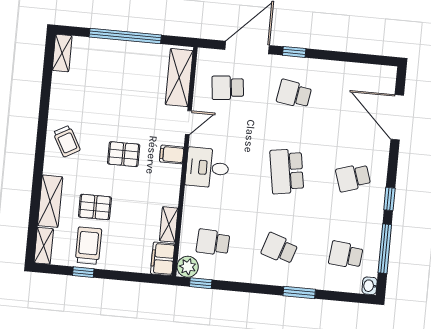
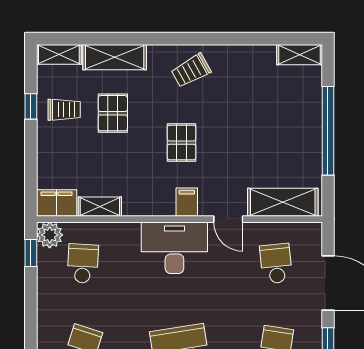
desk: (207, 168) -> (174, 248), width x1.37
trolley: (88, 246) -> (64, 110), width x0.73, depth x0.72

